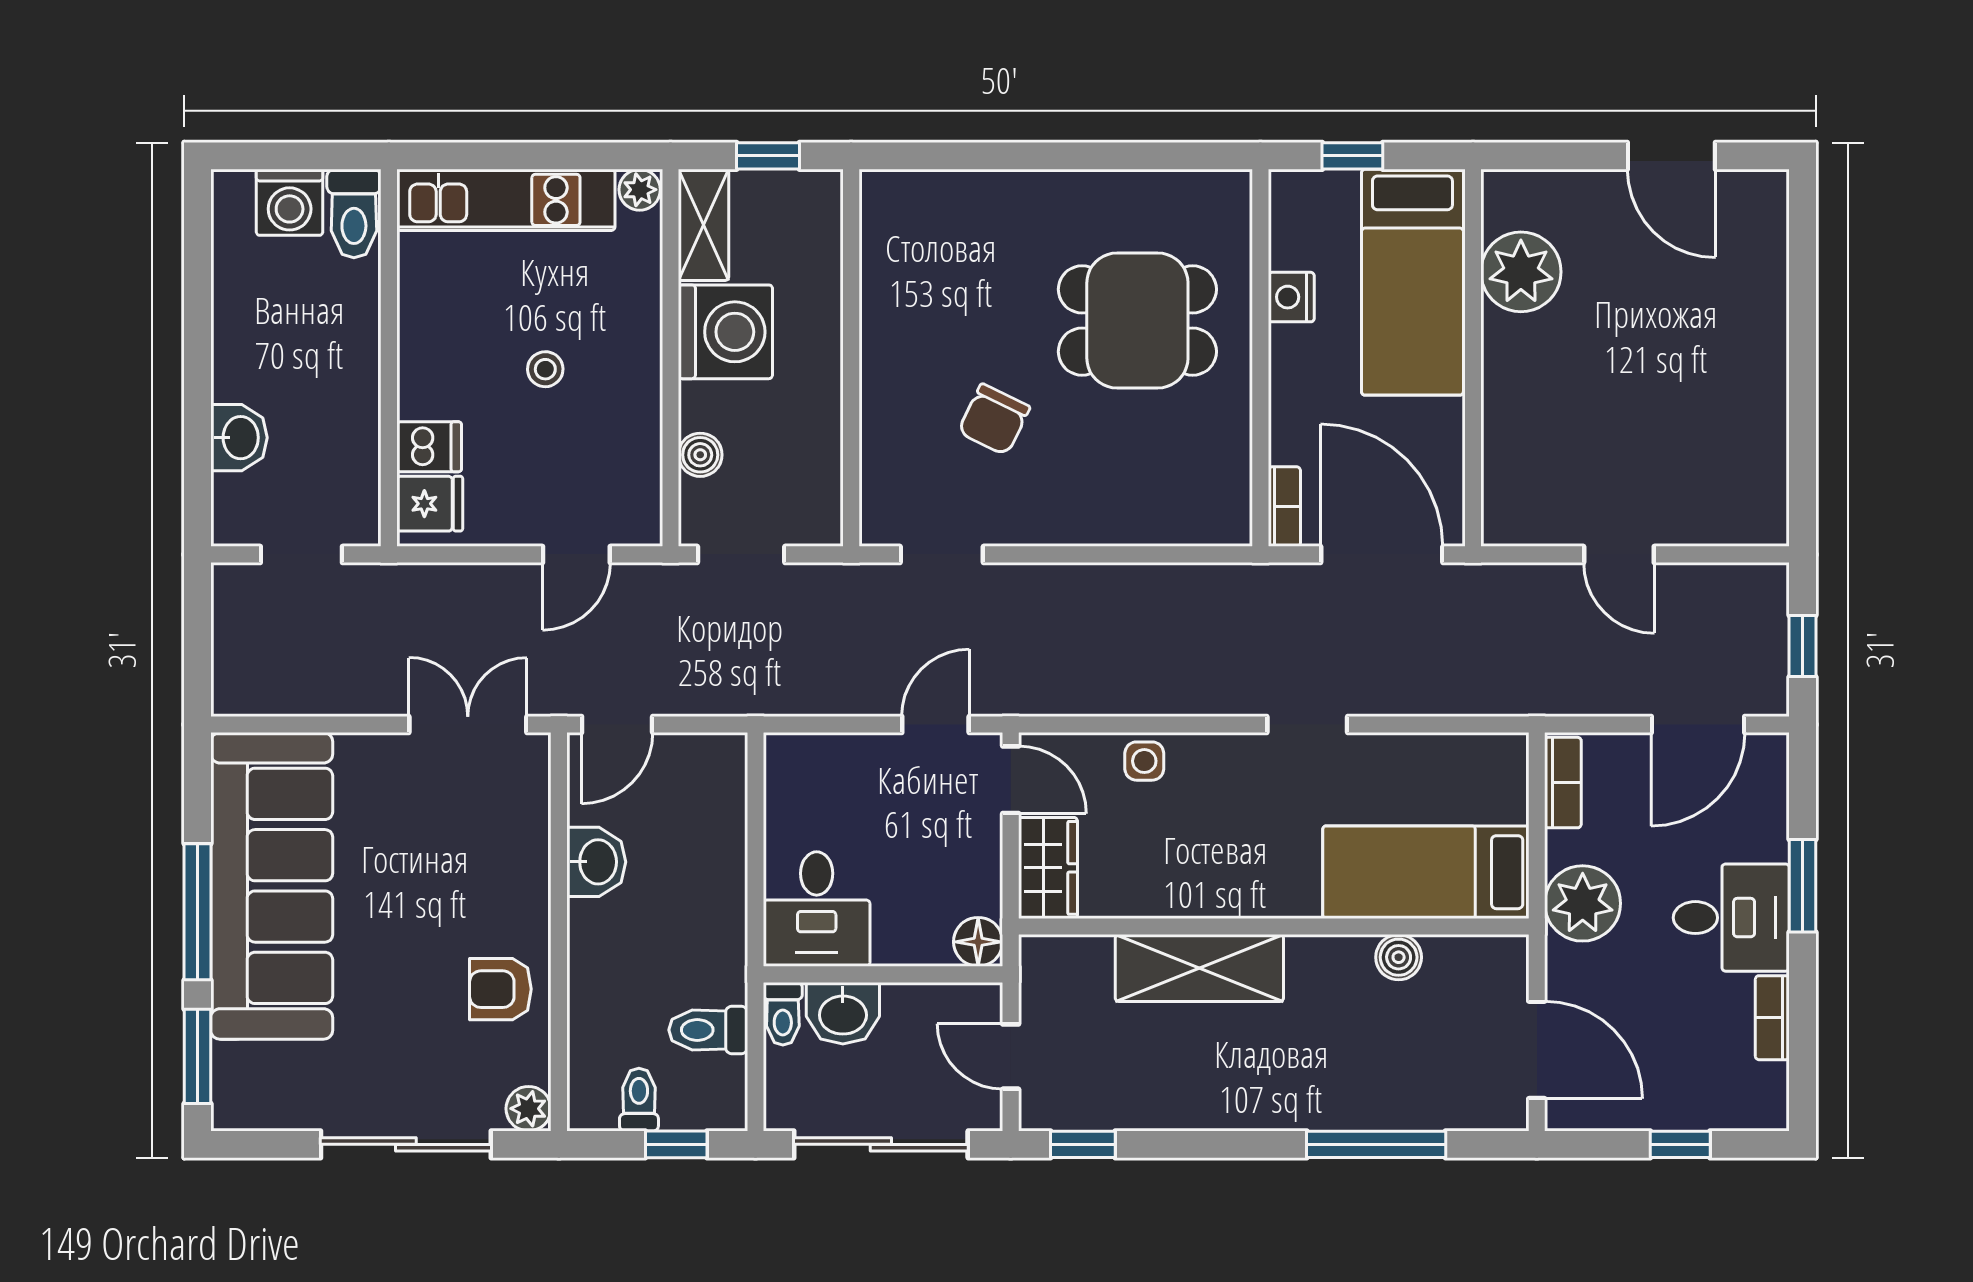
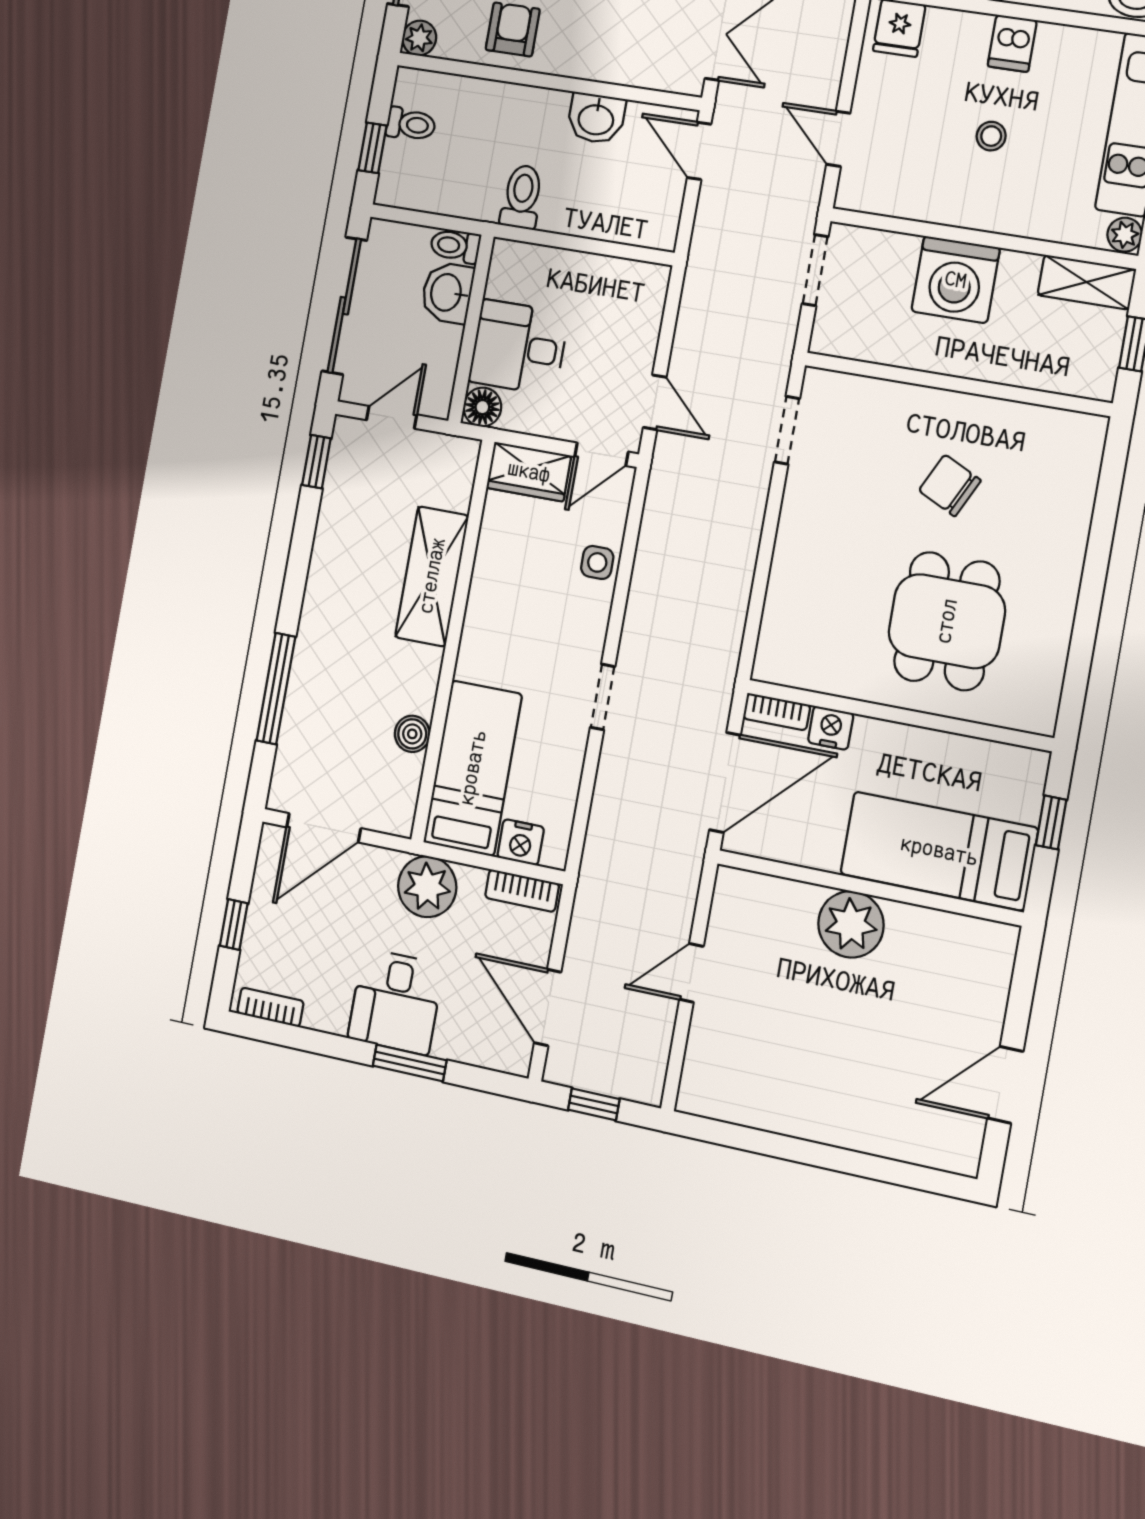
plant: (1521, 272) -> (851, 924), moved
nightstand: (1291, 297) -> (831, 728), moved
washing machine: (725, 332) -> (956, 280), moved
chair: (994, 419) -> (950, 485), moved
dishwasher: (429, 447) -> (1012, 43), moved
boiler: (700, 455) -> (900, 250), removed
nightstand: (1504, 795) -> (521, 842), added
desk: (817, 909) -> (519, 347), moved
bookcase: (1772, 1018) -> (270, 1007), moved
toilet: (708, 1030) -> (522, 197), moved

